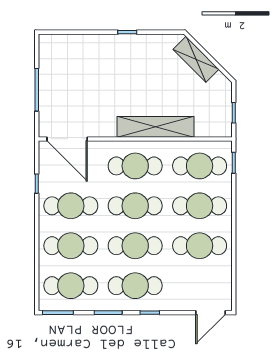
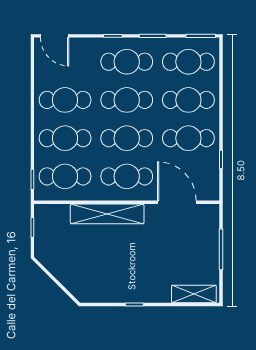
shelving: (196, 59) -> (194, 294), moved, turned -45
door: (67, 139) -> (177, 202), moved
door: (210, 313) -> (55, 36), swing flipped

